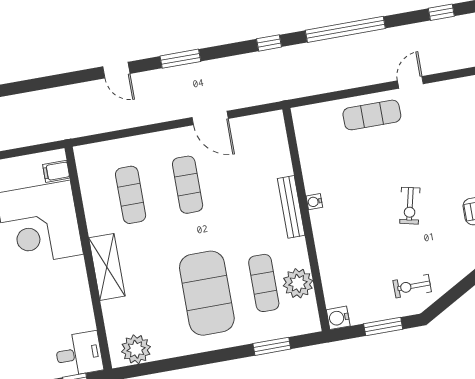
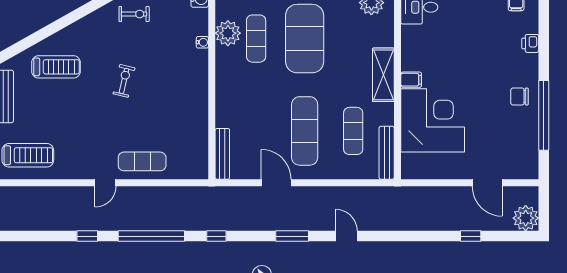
window: (441, 12) -> (87, 236), moved
filing cabinet: (56, 171) -> (411, 80), moved
bench: (87, 176) -> (387, 153), added
exercise mat: (188, 185) -> (305, 131), width x1.36, depth x1.45
water cooler: (314, 202) -> (202, 42), moved
bench: (291, 207) -> (222, 154), moved

